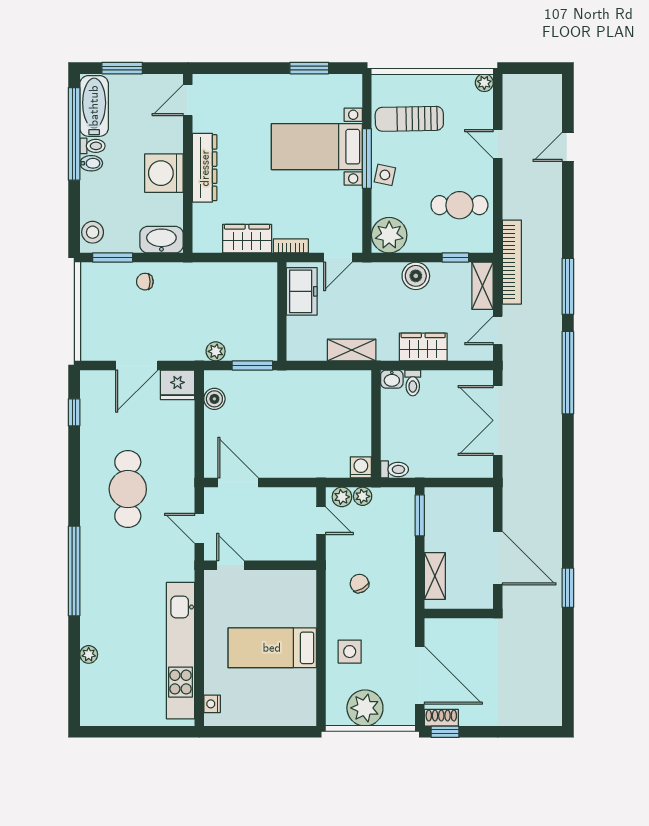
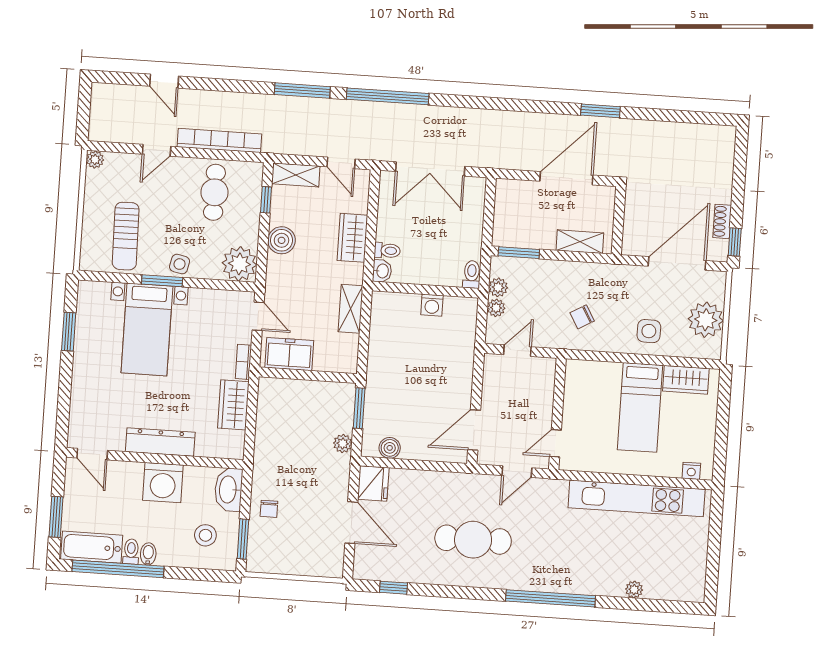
window: (367, 159) -> (162, 281), width x0.69
stool: (93, 232) -> (205, 535), moved
bookcase: (512, 262) -> (219, 140), moved
washing machine: (361, 467) -> (432, 305), moved, turned -90
plant: (342, 497) -> (498, 287), moved
wardrobe: (303, 692) -> (686, 380), added
shoe rack: (441, 718) -> (722, 221), moved

